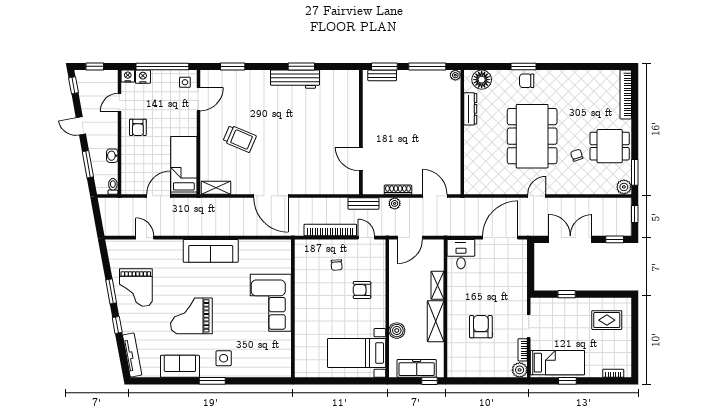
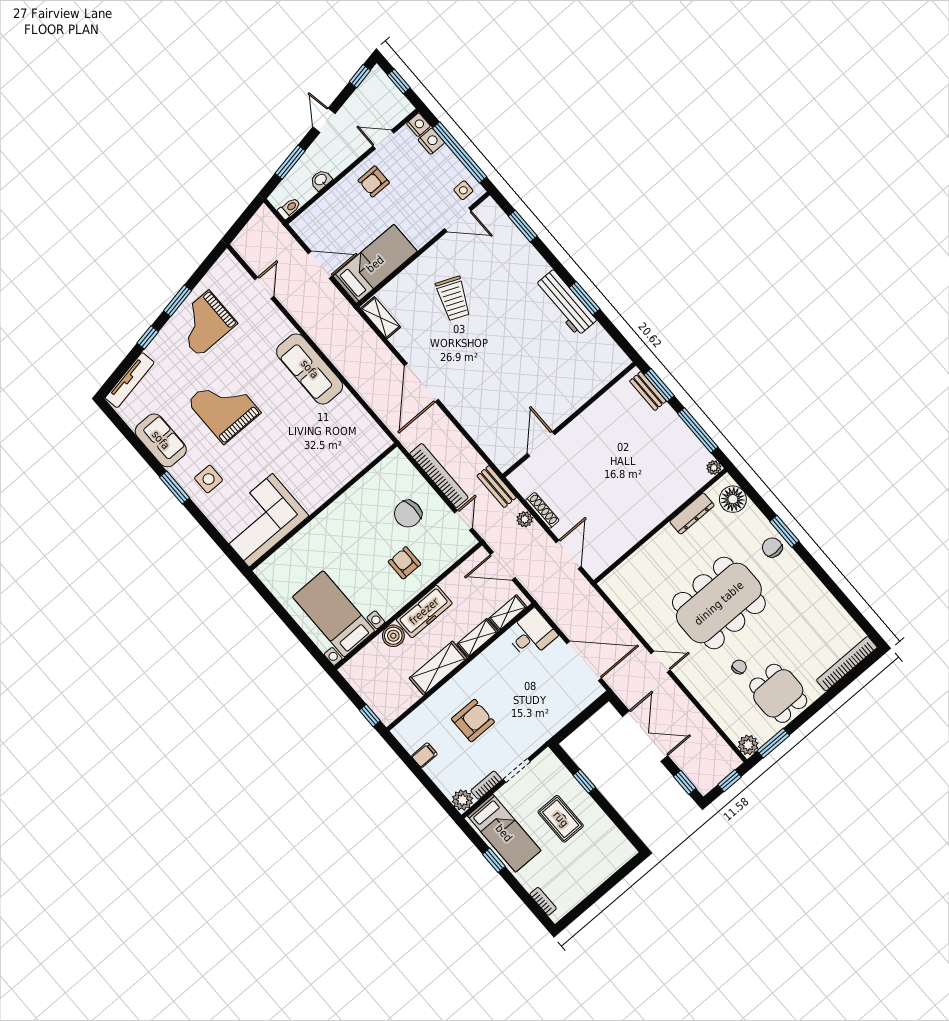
shelving: (438, 257) -> (508, 613), added
chair: (337, 265) -> (408, 514), width x1.87, depth x1.87
corner sofa: (271, 303) -> (261, 520), moved
rug: (607, 320) -> (561, 819), moved
freezer: (417, 368) -> (424, 611), moved, turned 90
filing cabinet: (477, 370) -> (424, 755), added

